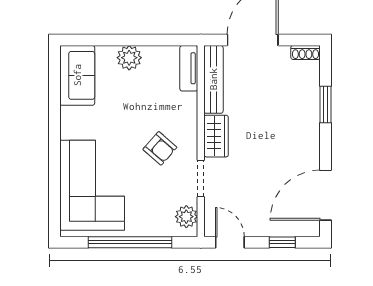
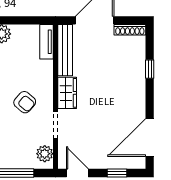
shoe rack: (306, 52) -> (130, 30), width x1.43
window: (326, 104) -> (150, 69), width x0.67

